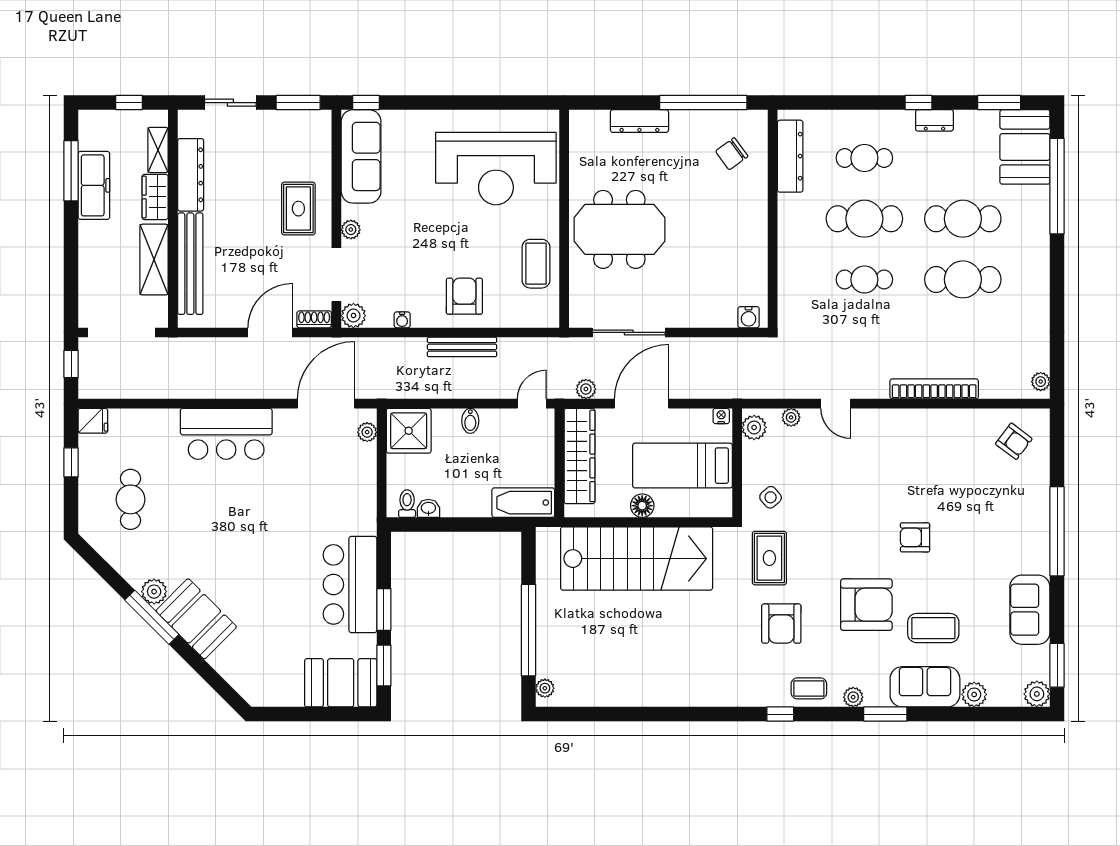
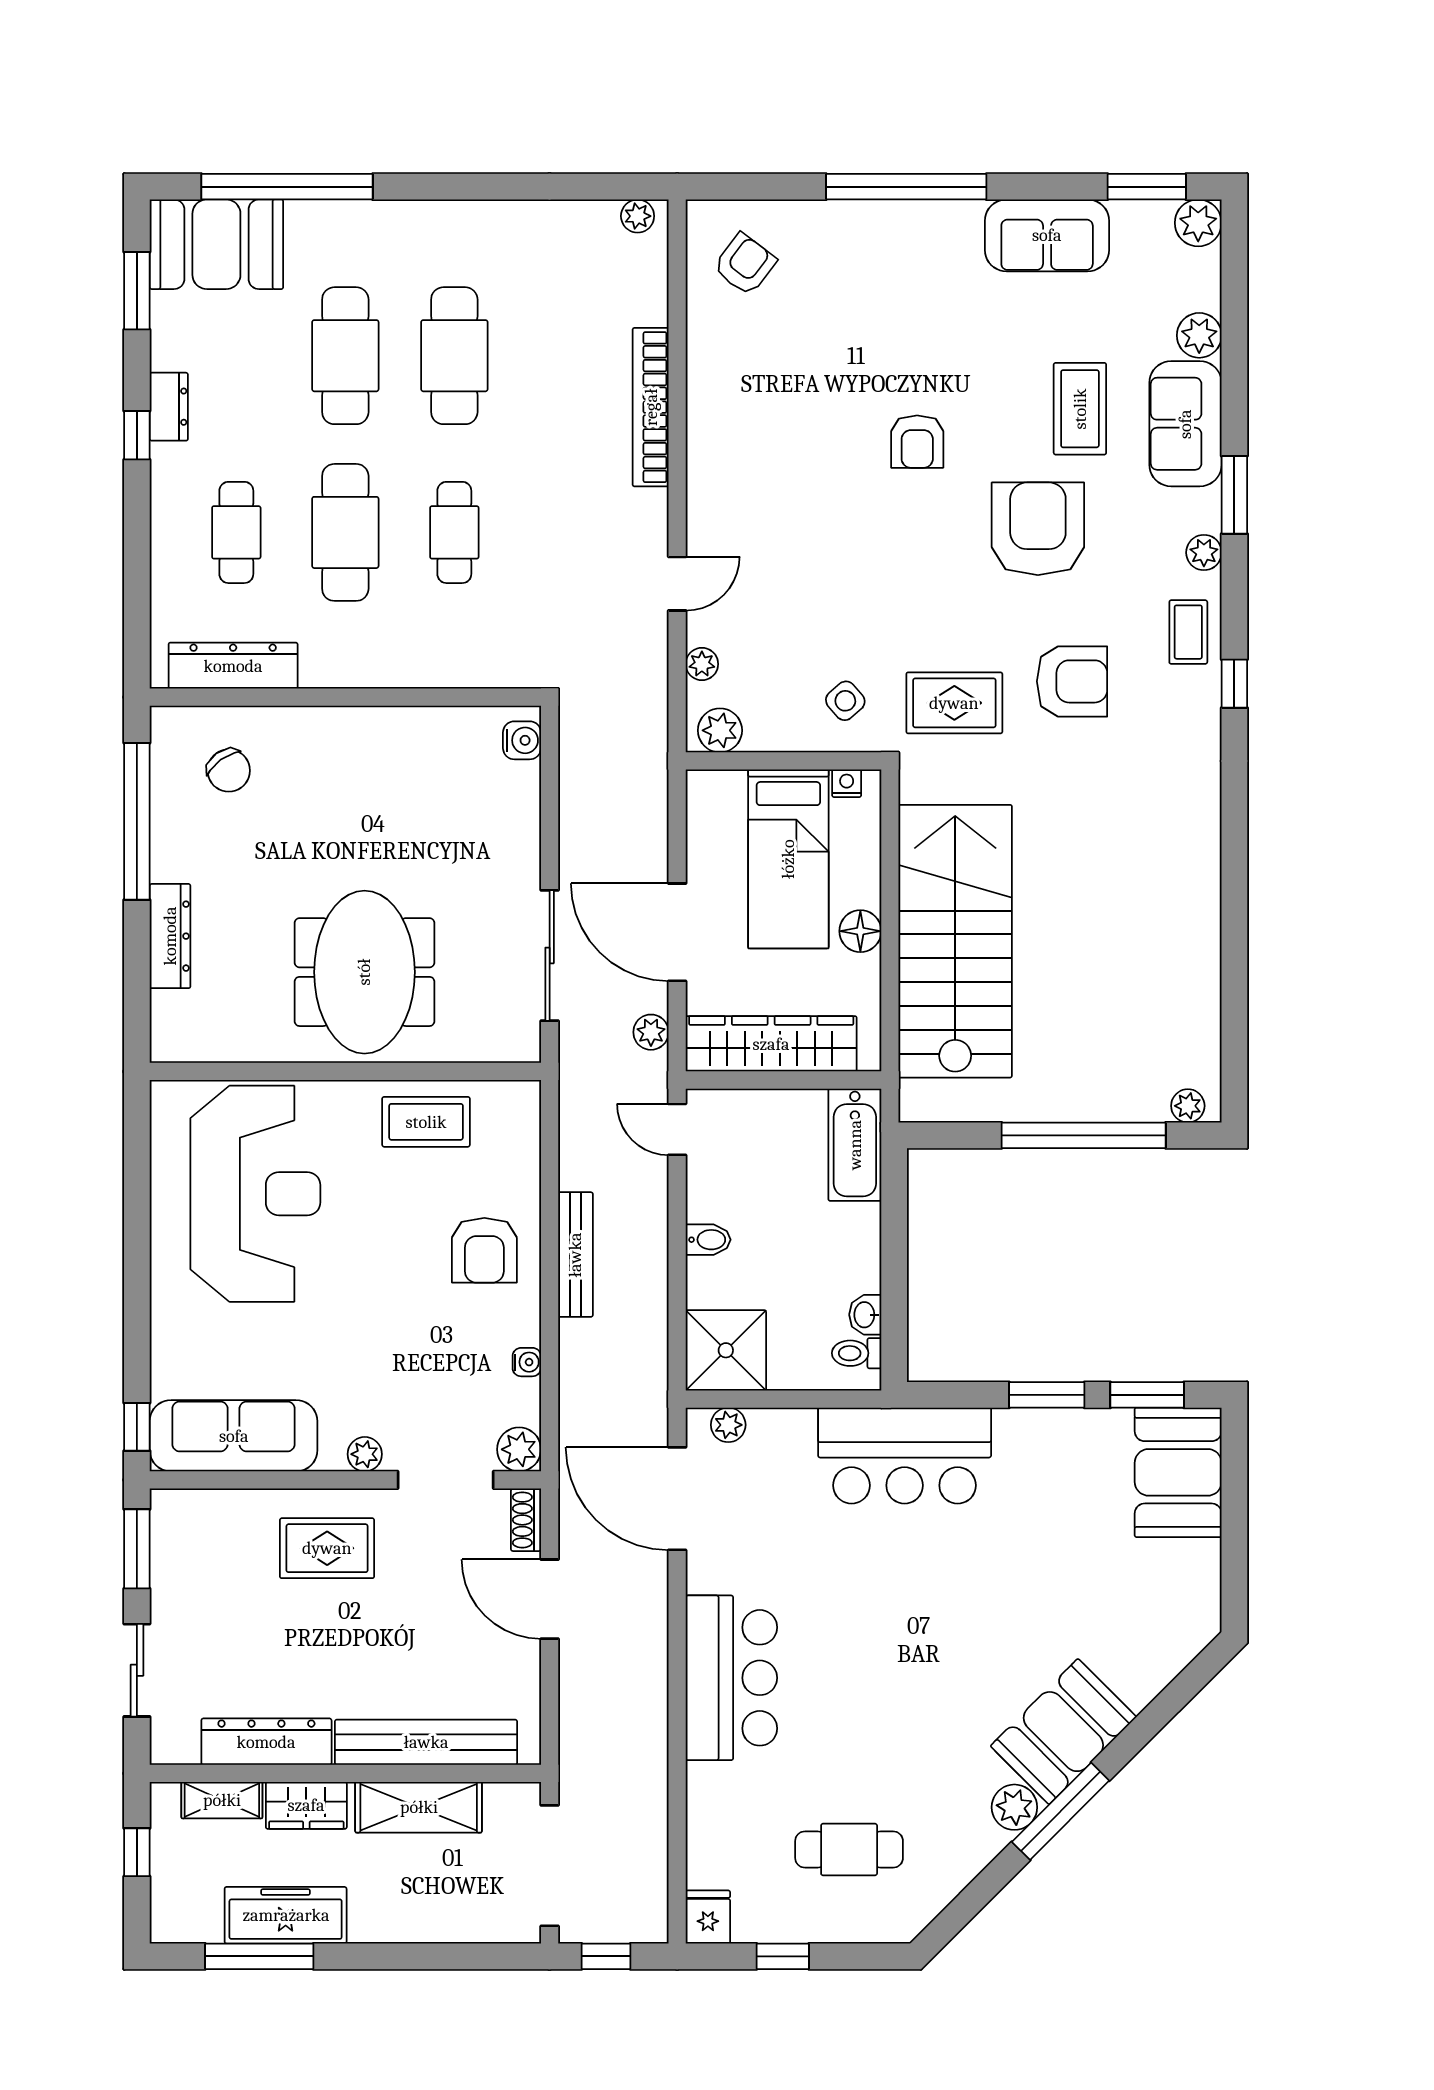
armchair: (464, 296) -> (484, 1250), turned -90
nightstand: (721, 416) -> (847, 783), moved, turned 90
bar counter: (350, 584) -> (905, 1456), moved

